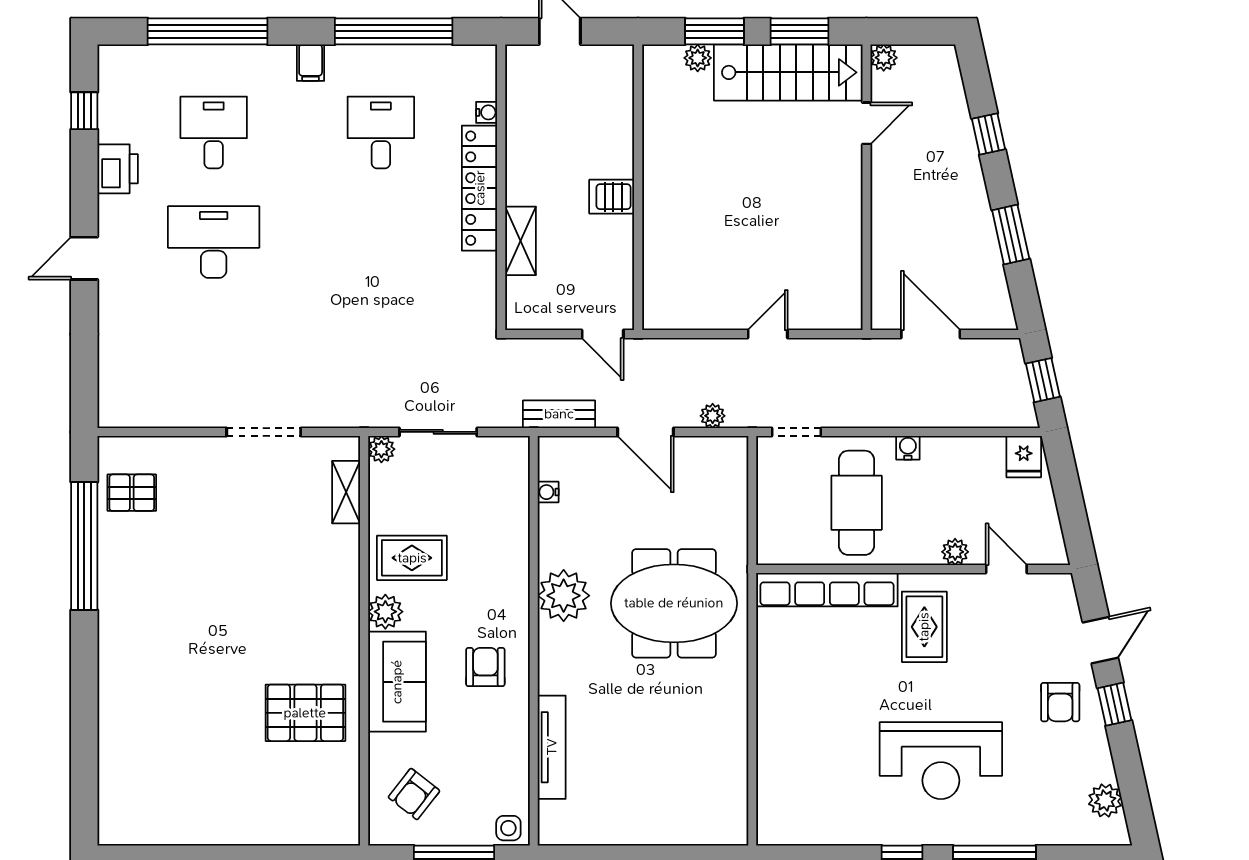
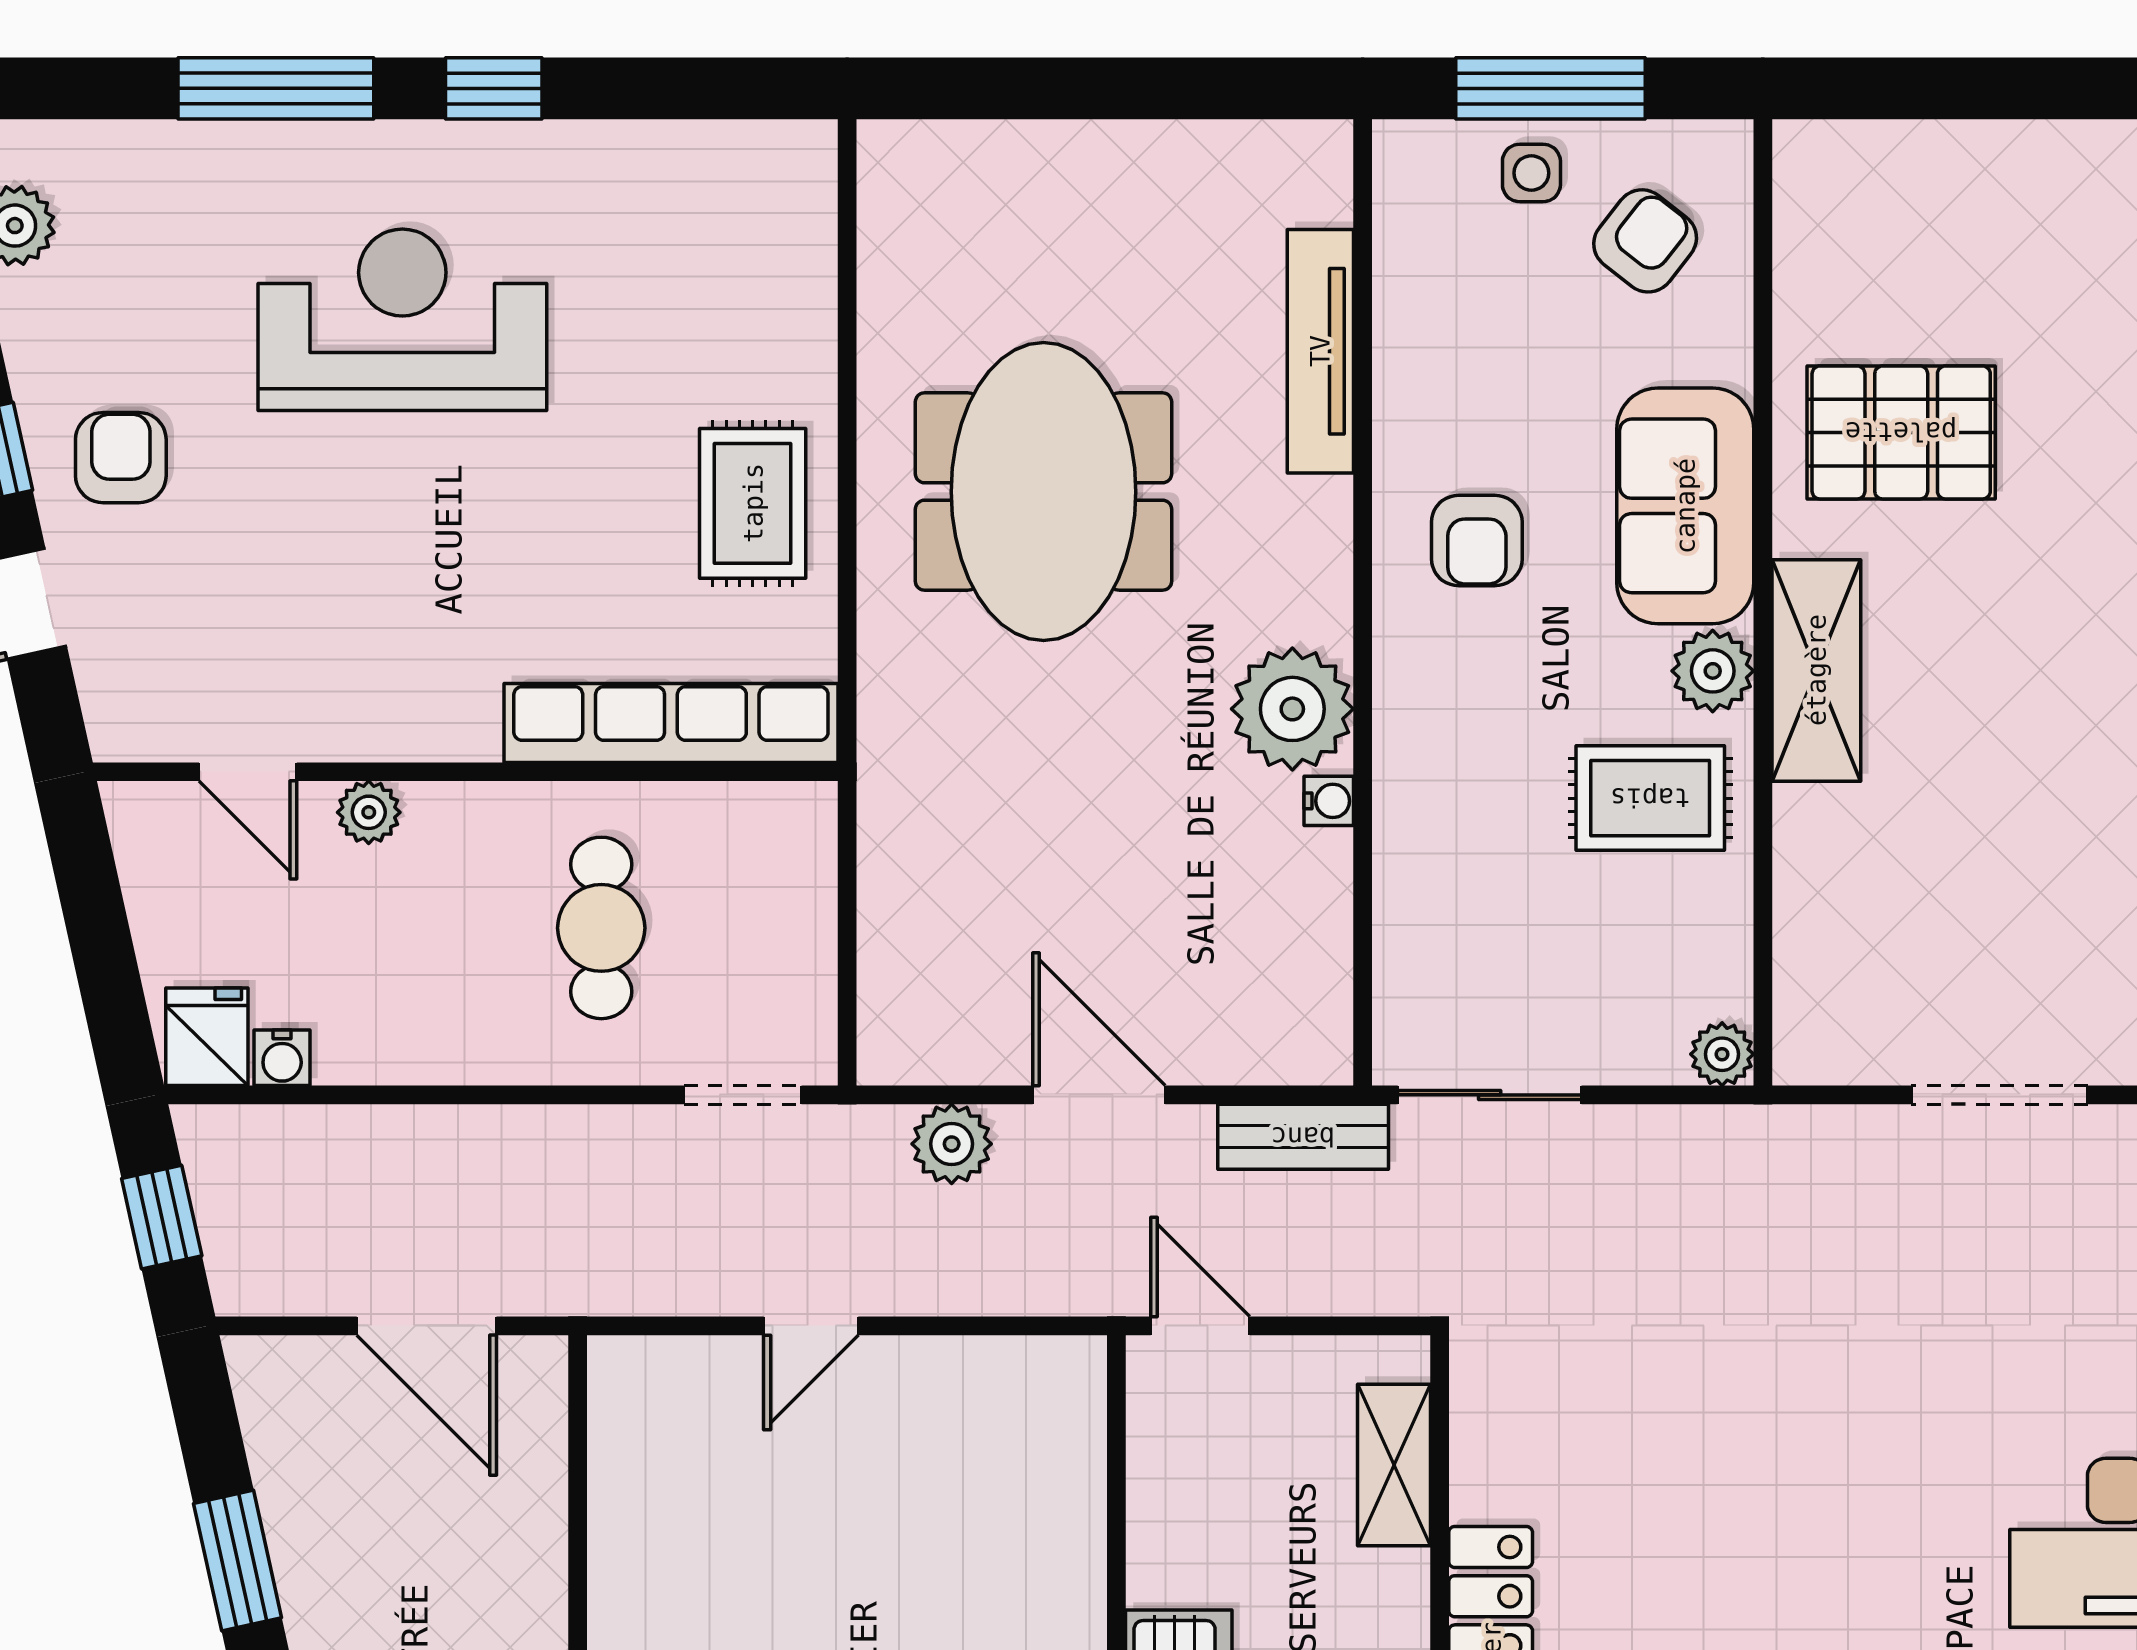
shelving: (520, 241) -> (1394, 1465), moved
plant: (713, 416) -> (952, 1144), width x1.38, depth x1.38
sliding door: (438, 432) -> (1490, 1095), moved
water cooler: (908, 448) -> (282, 1058), moved
shelving: (346, 492) -> (1816, 670), moved, width x1.50, depth x1.33
water cooler: (548, 492) -> (1329, 801), moved
cafe table: (857, 503) -> (601, 928), width x0.73, depth x0.74
meeting table: (674, 603) -> (1044, 492), moved, turned 90
rug: (924, 627) -> (753, 503), moved
side table: (508, 828) -> (1531, 173), moved

